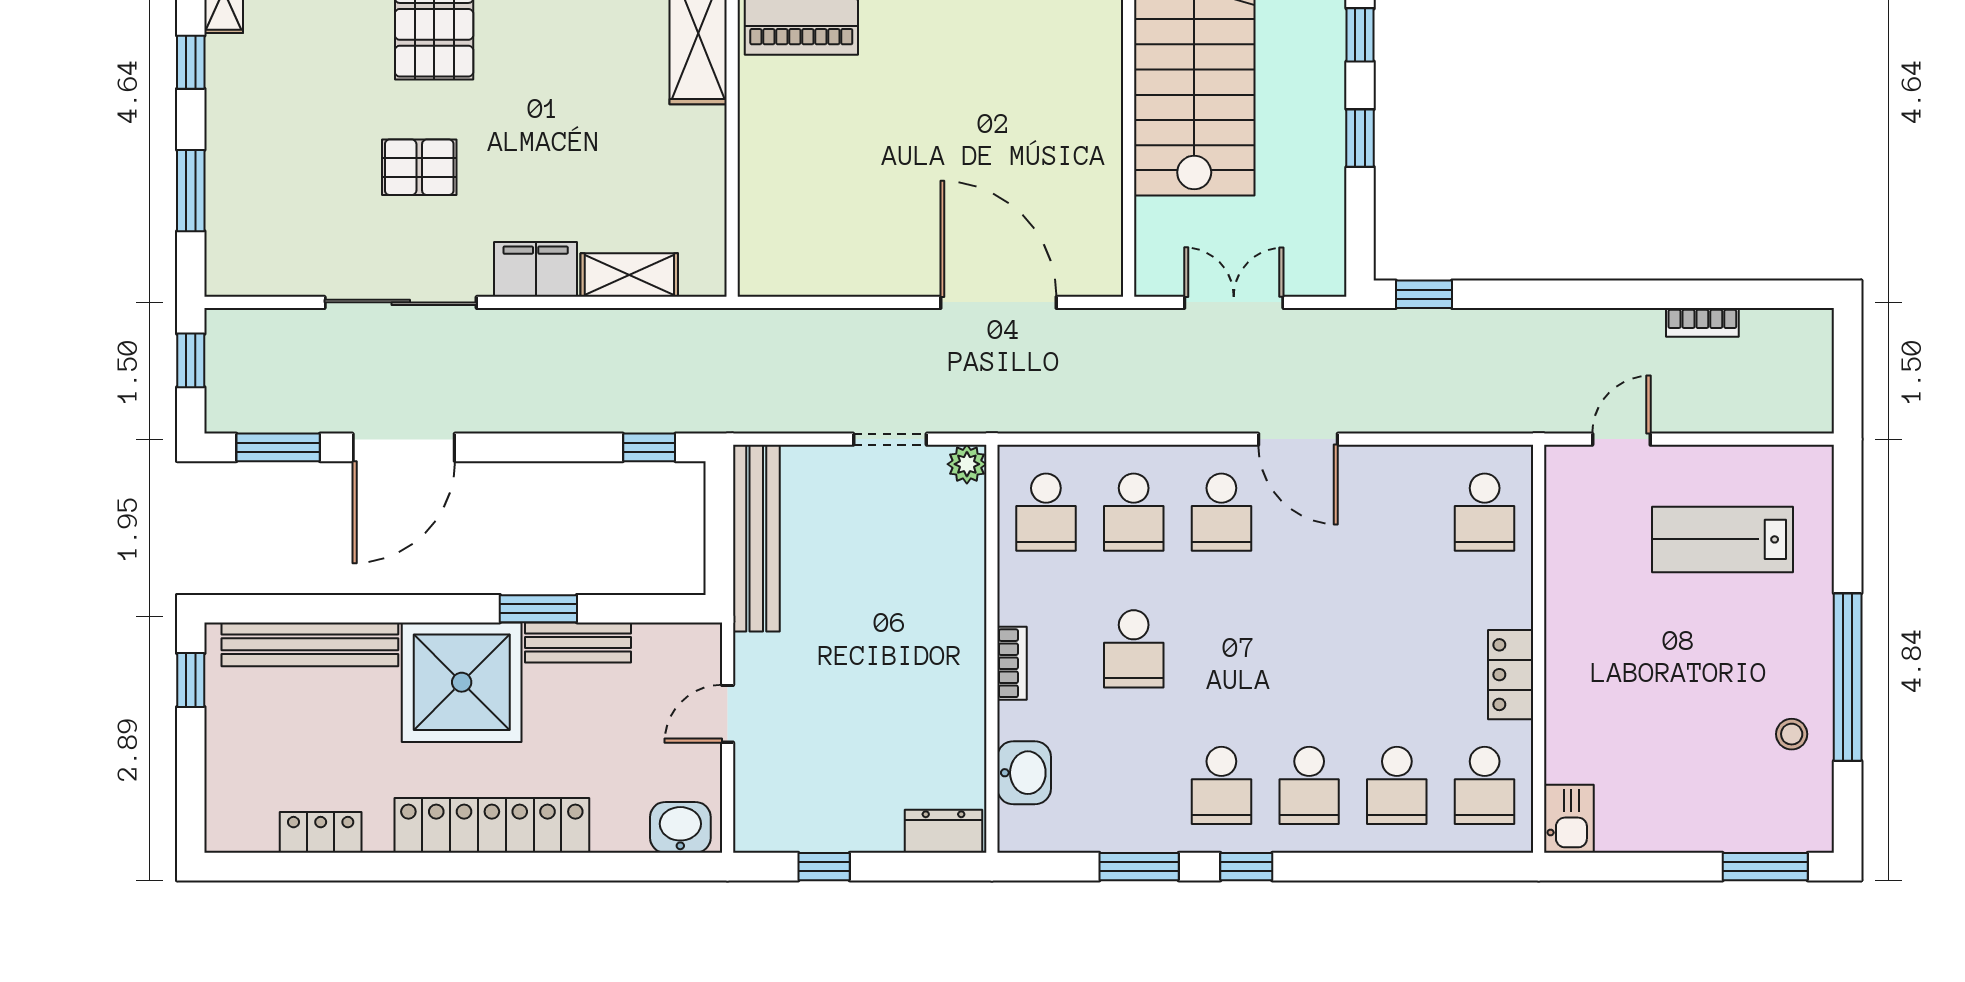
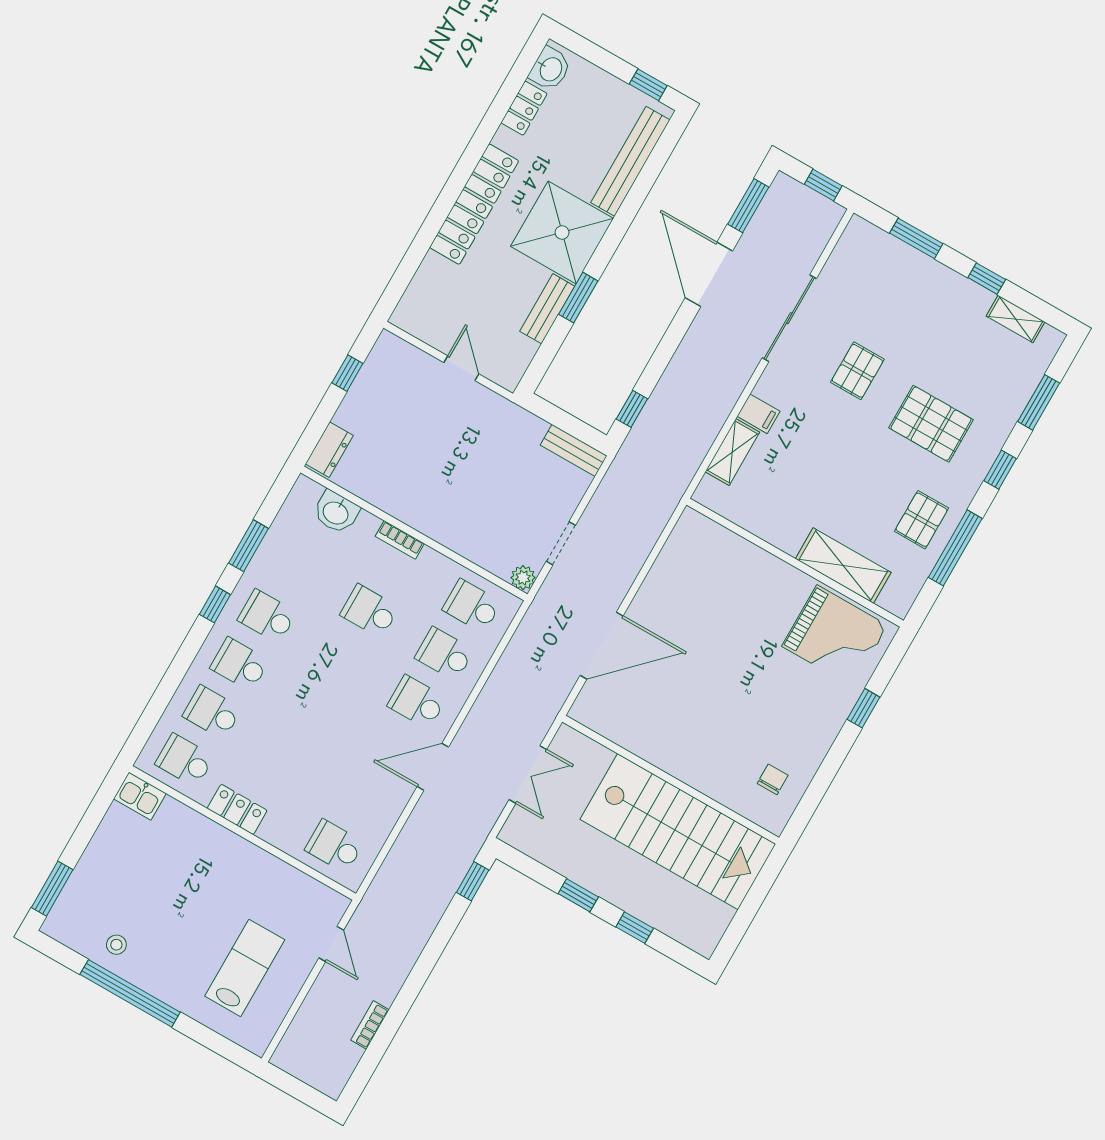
filing cabinet: (536, 269) -> (758, 414), width x0.50
bench: (756, 538) -> (574, 450), width x0.54, depth x0.82
washbasin: (680, 827) -> (550, 69), moved

